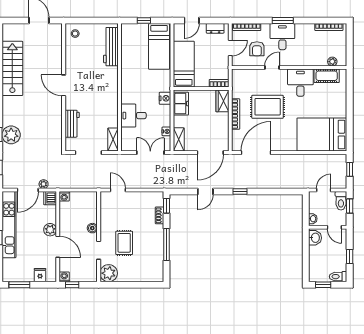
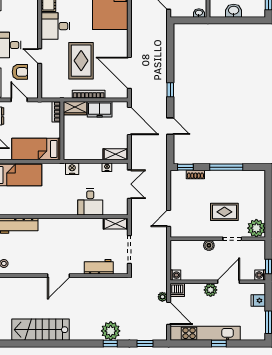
freezer: (181, 104) -> (100, 109), moved, turned 180
double door: (150, 153) -> (129, 184), swing flipped
washbasin: (315, 238) -> (234, 11), moved

